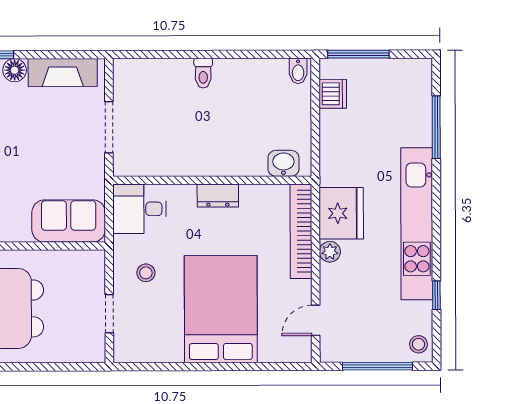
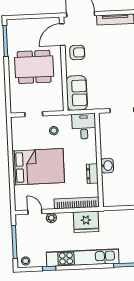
washbasin: (283, 163) -> (107, 166), moved
dresser: (218, 196) -> (92, 174), moved
plant: (330, 252) -> (51, 218), moved

